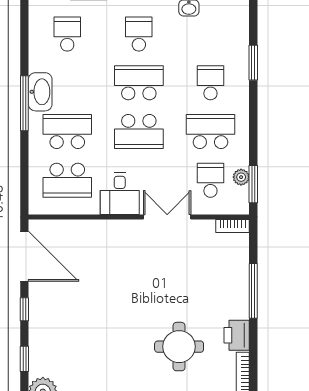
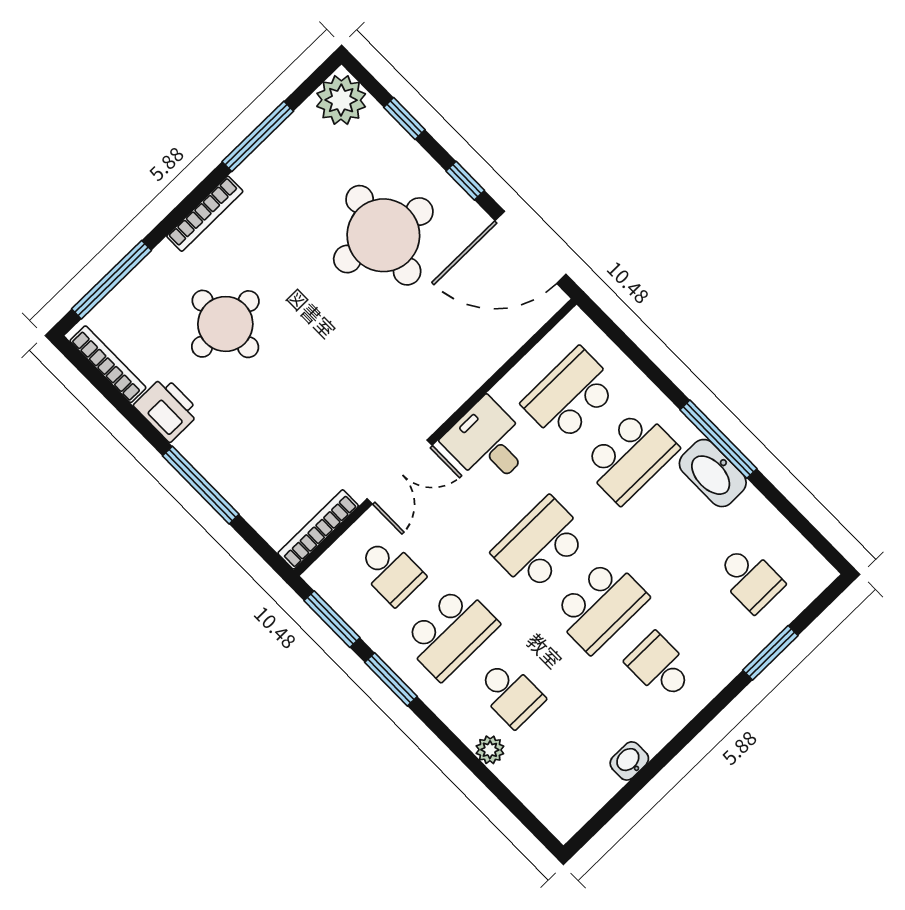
school desk: (139, 34) -> (660, 667), turned 180
window: (253, 63) -> (391, 679), moved
plant: (241, 177) -> (490, 750), moved
bookcase: (233, 226) -> (318, 529), width x1.56
round table: (79, 320) -> (383, 235), added

